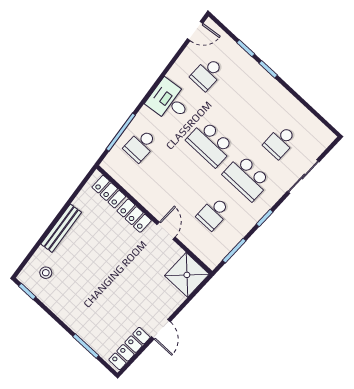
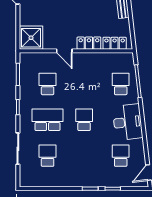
desk: (169, 101) -> (128, 122), width x1.37
school desk: (210, 144) -> (84, 120), width x0.54

